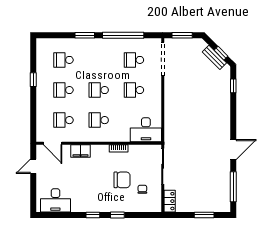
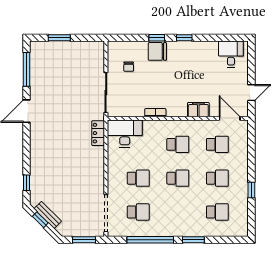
chair: (122, 180) -> (157, 51), moved
desk: (55, 200) -> (231, 54), width x0.73
locker: (170, 201) -> (98, 133), moved

